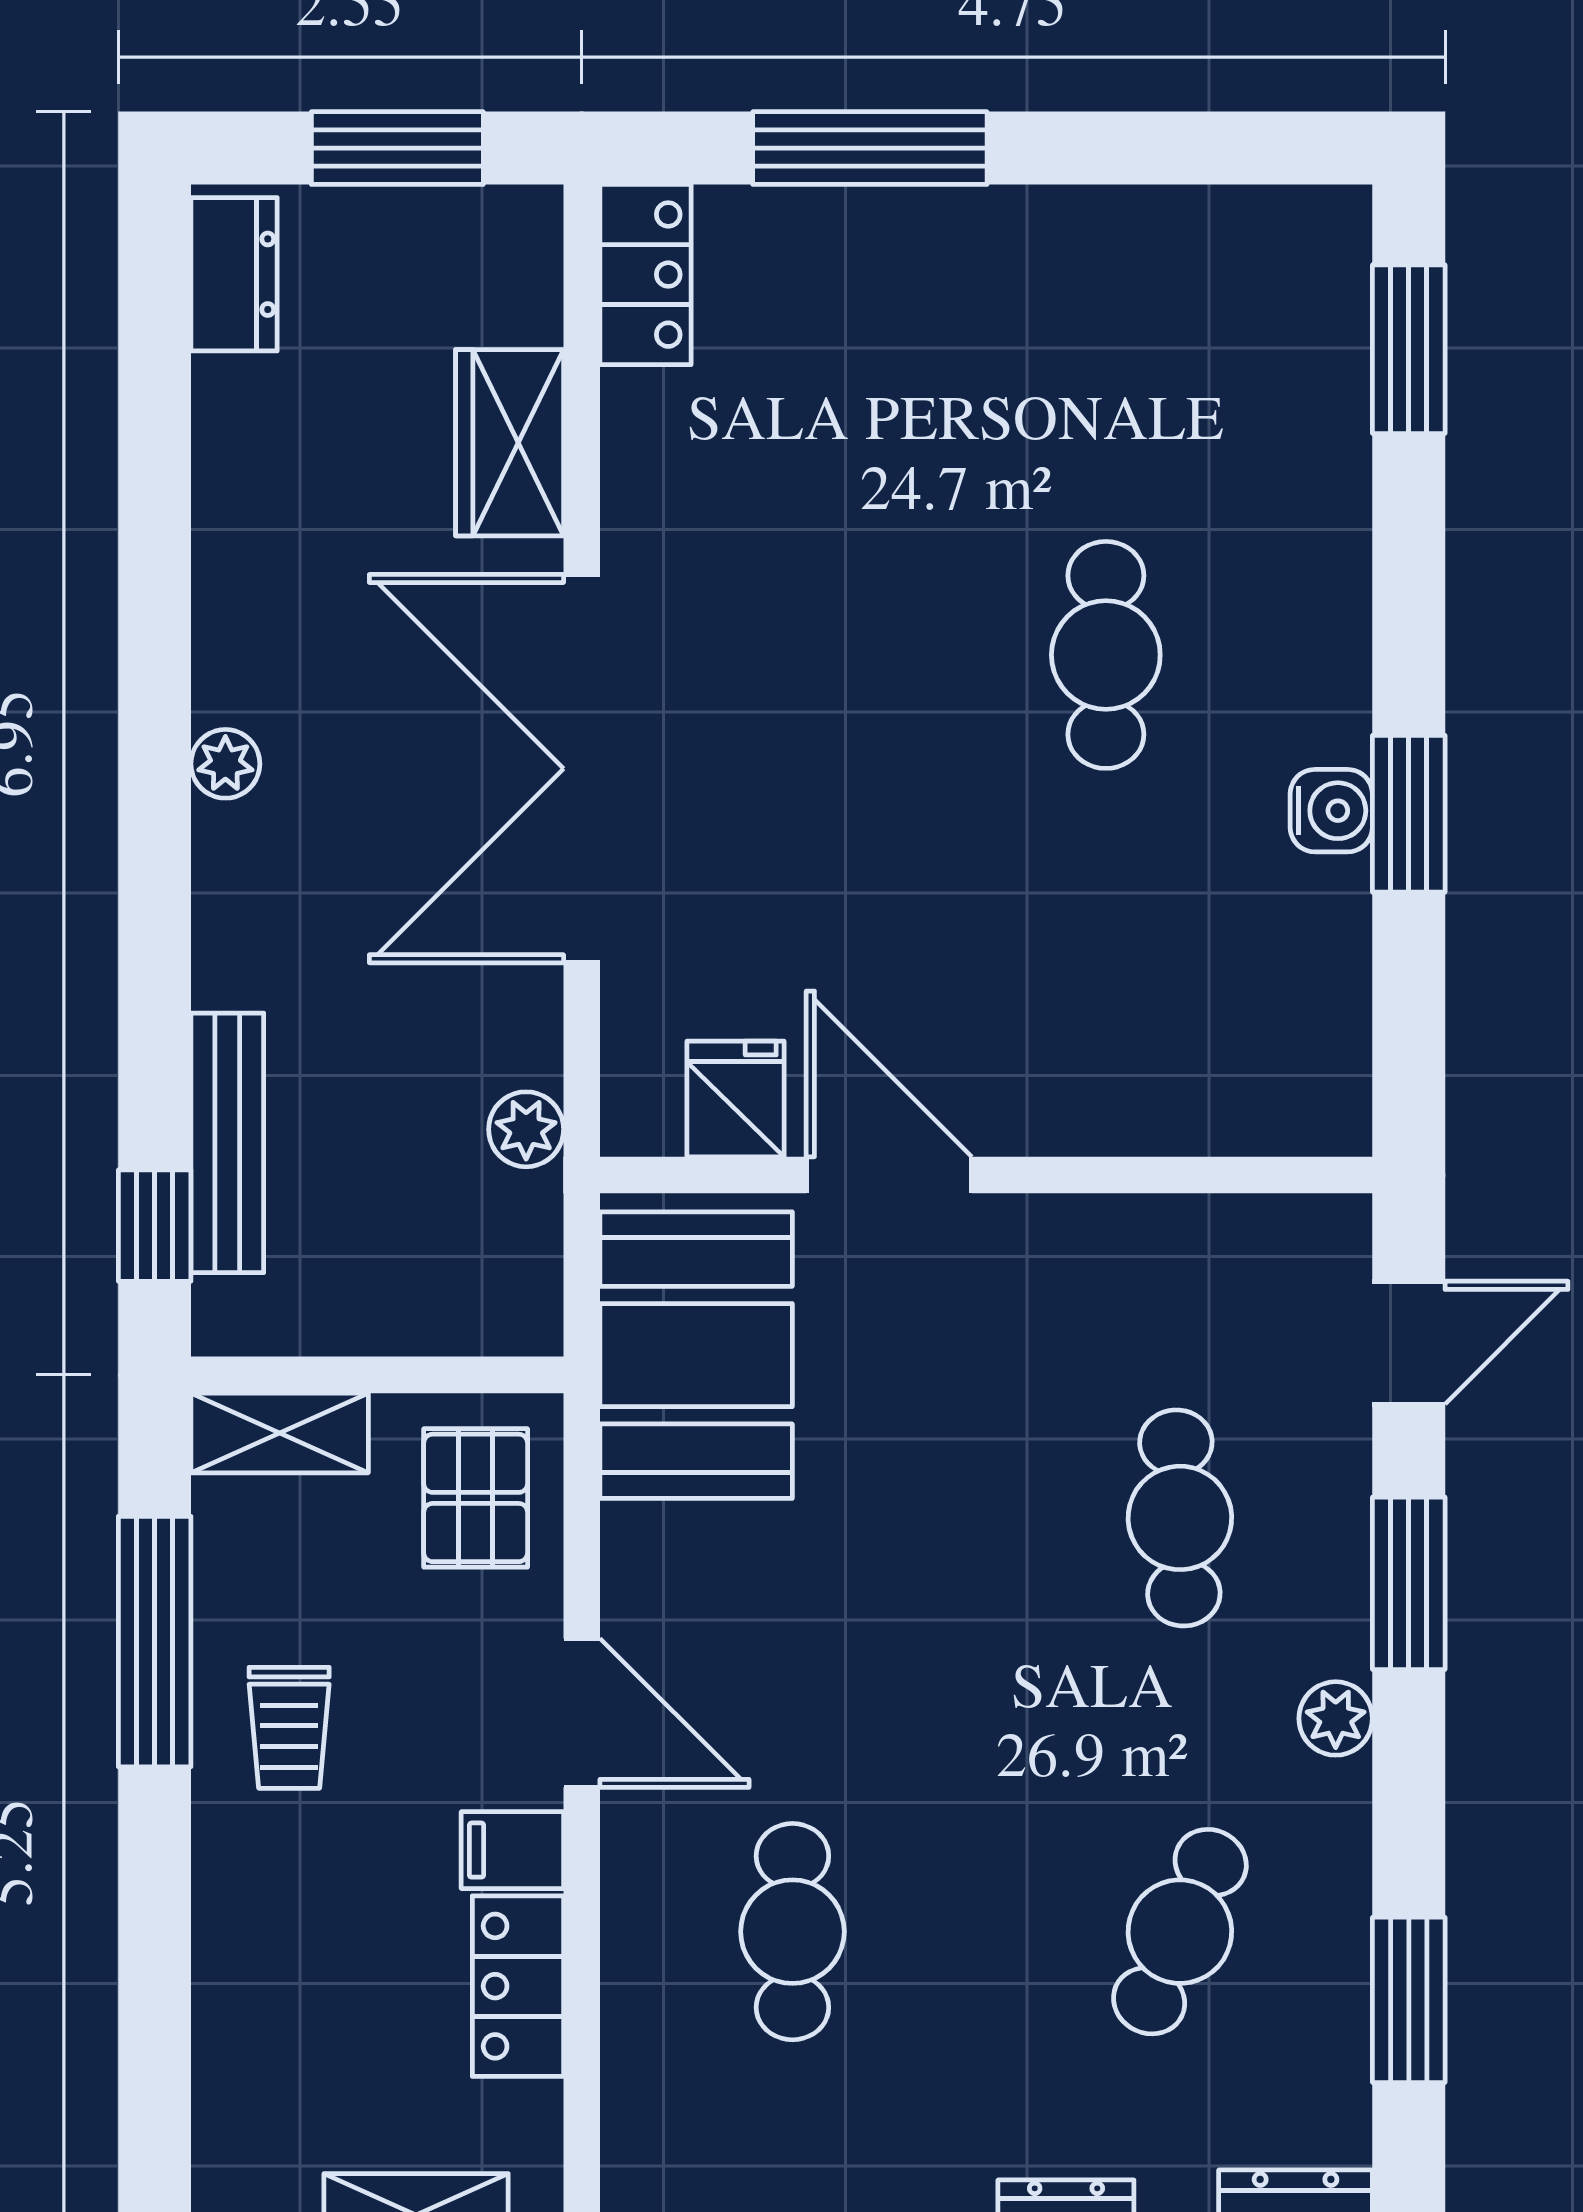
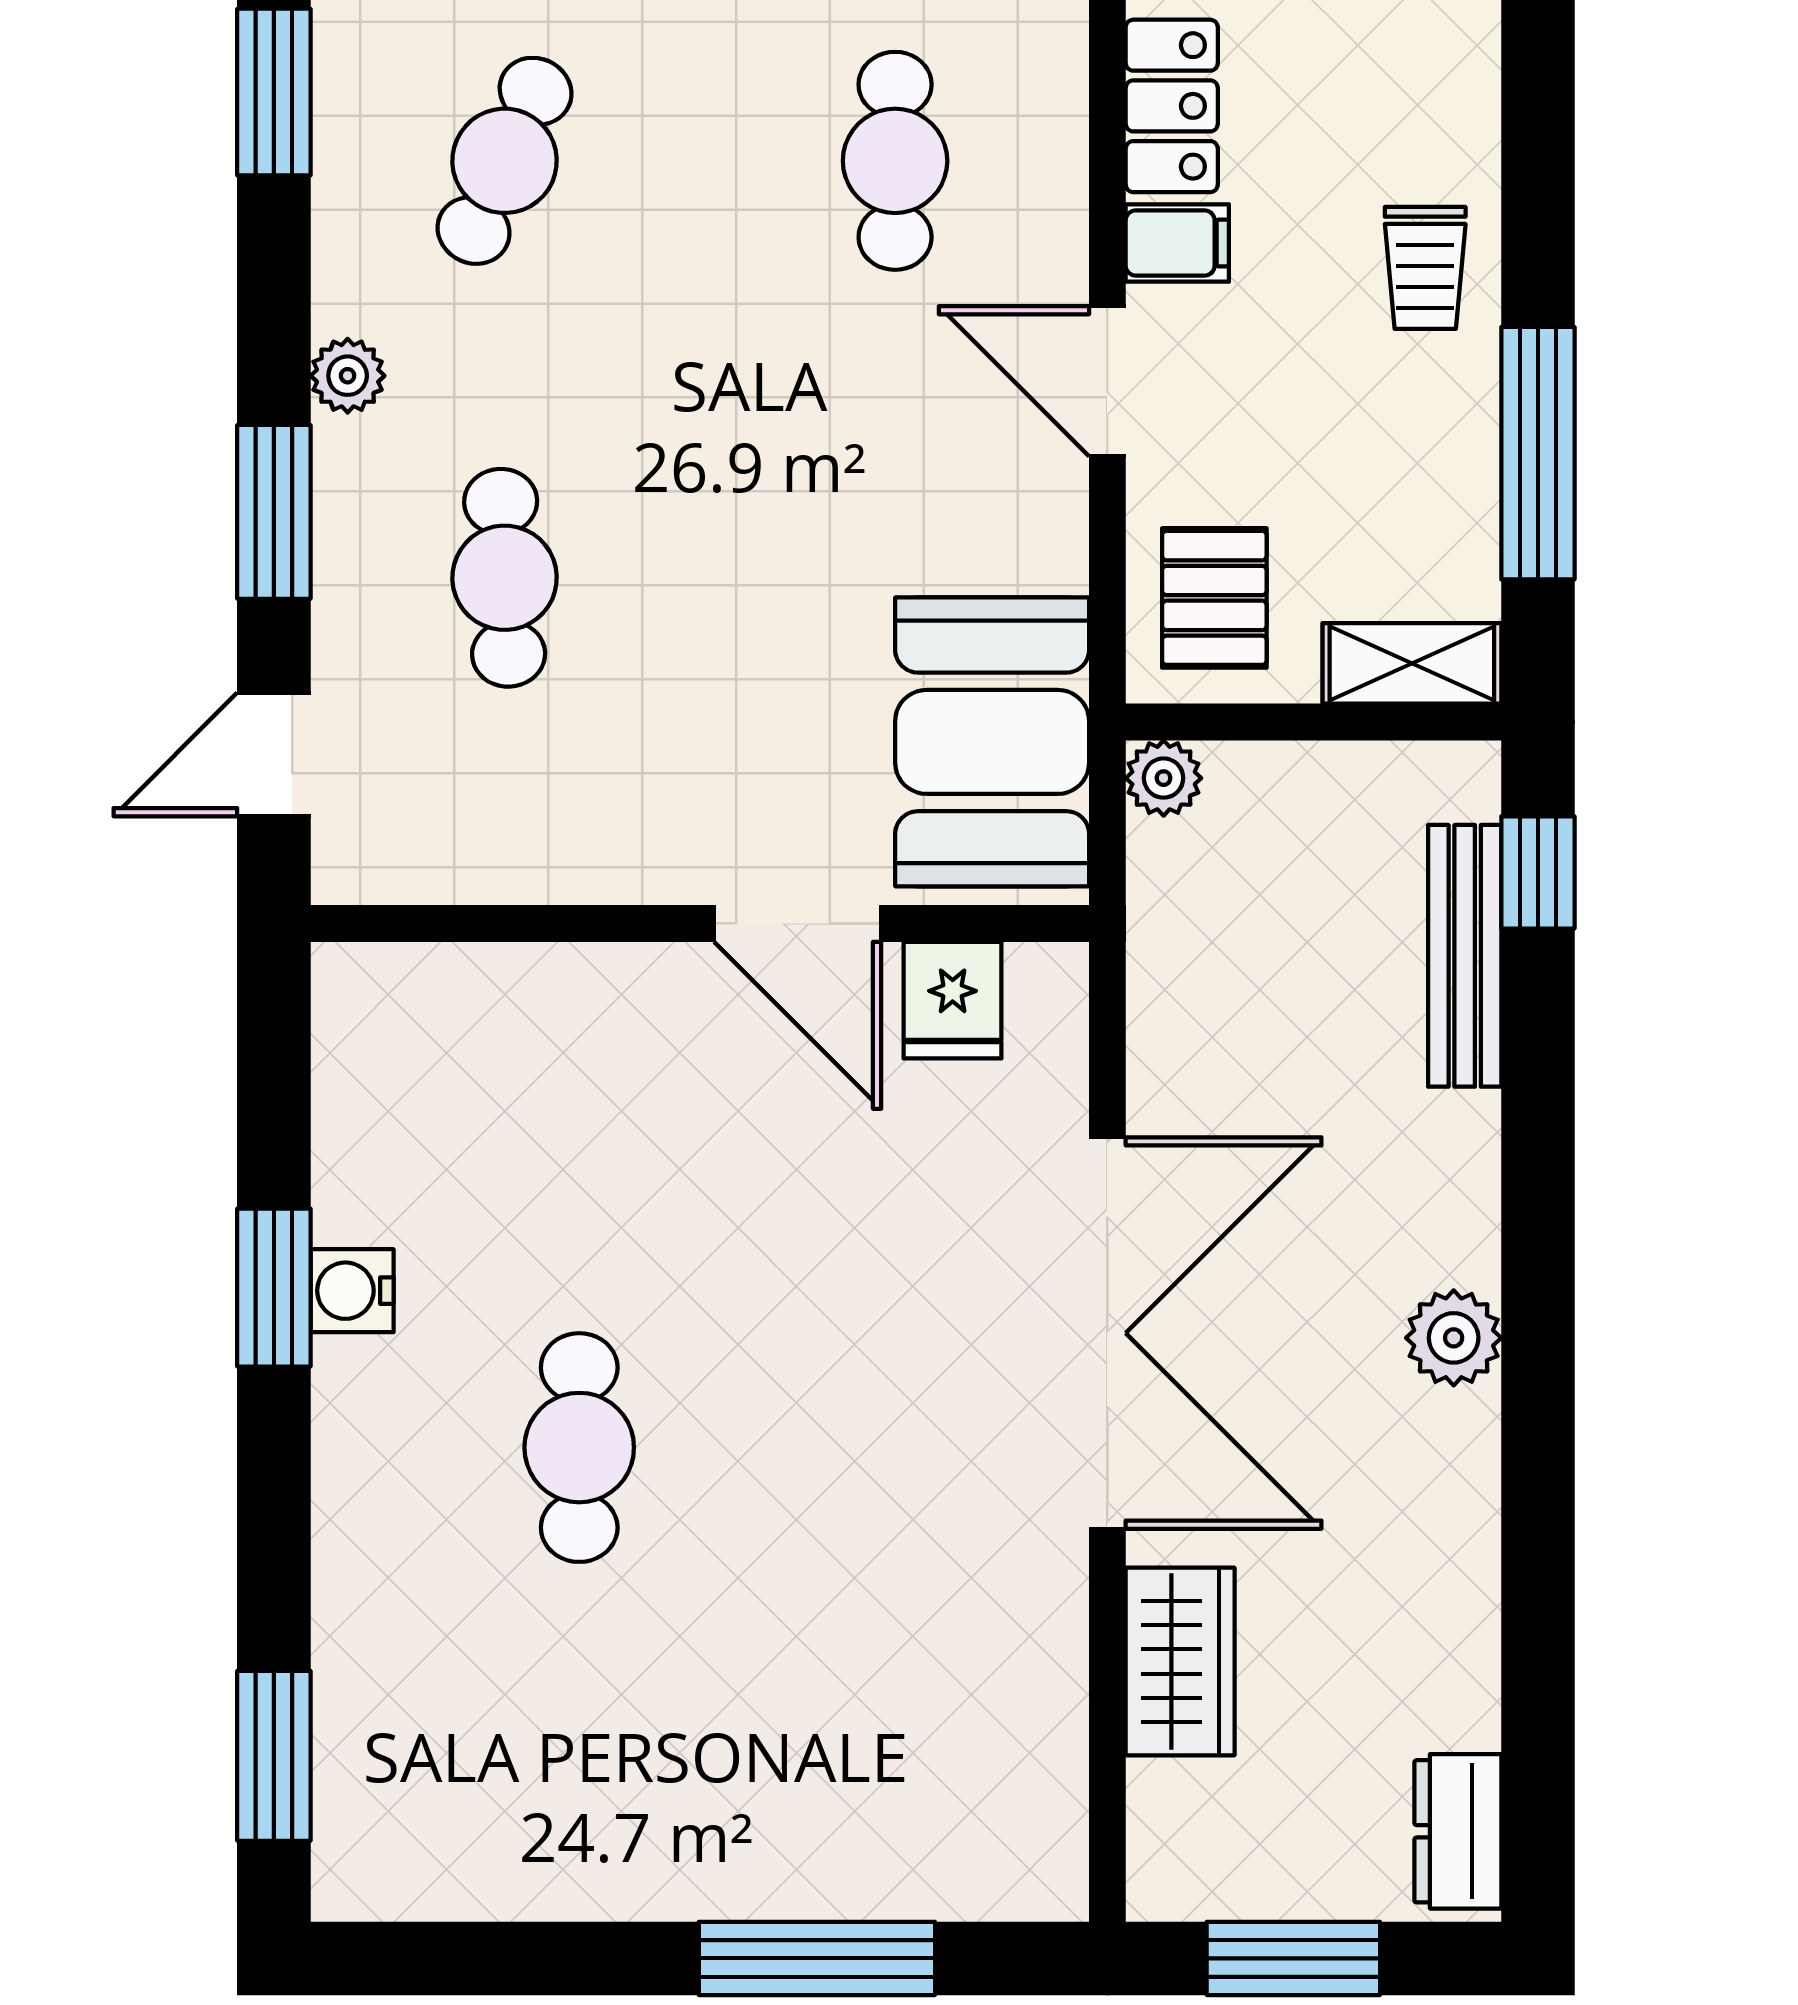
locker: (645, 275) -> (1043, 1831), removed
plant: (225, 764) -> (1454, 1338), width x1.38, depth x1.38
plant: (526, 1129) -> (1164, 778), moved
trolley: (289, 1728) -> (1425, 268), moved, turned 180

